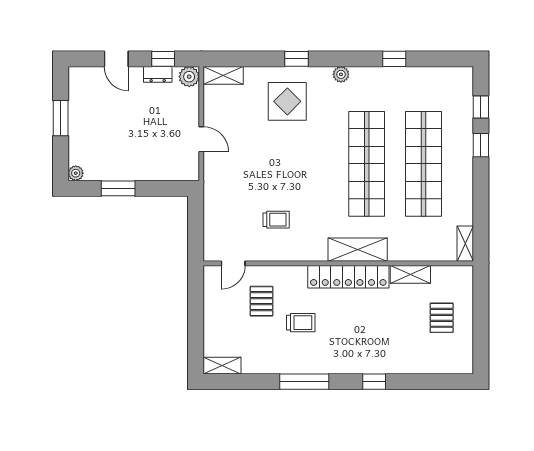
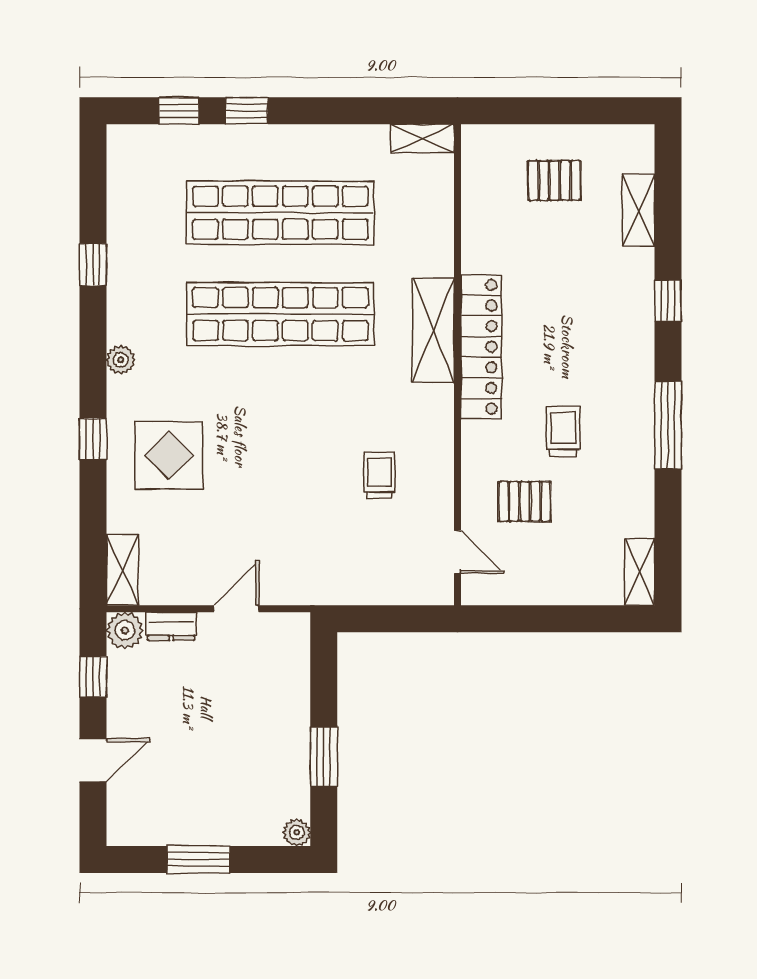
dresser: (158, 74) -> (171, 626), moved, turned 90
shelving: (410, 274) -> (639, 211), moved

